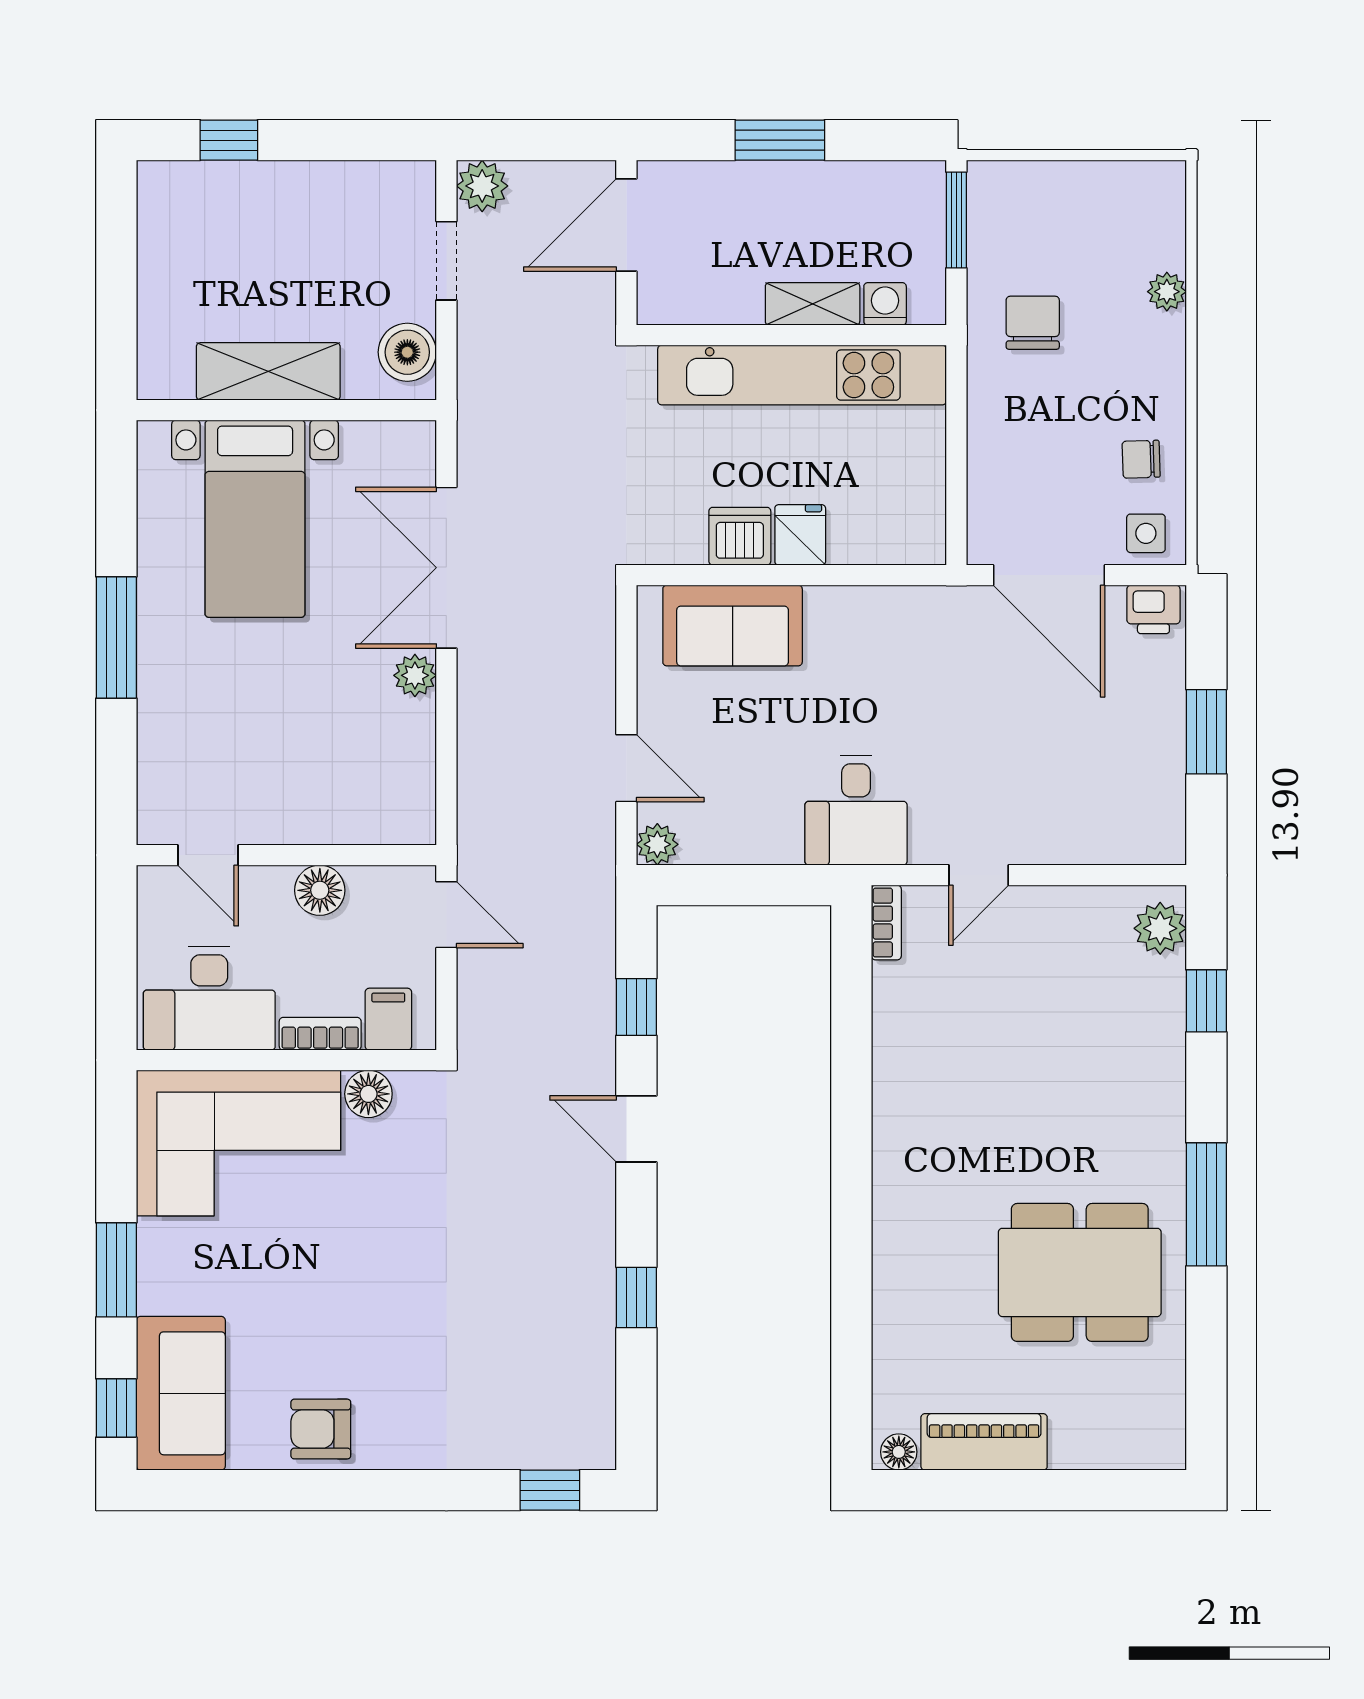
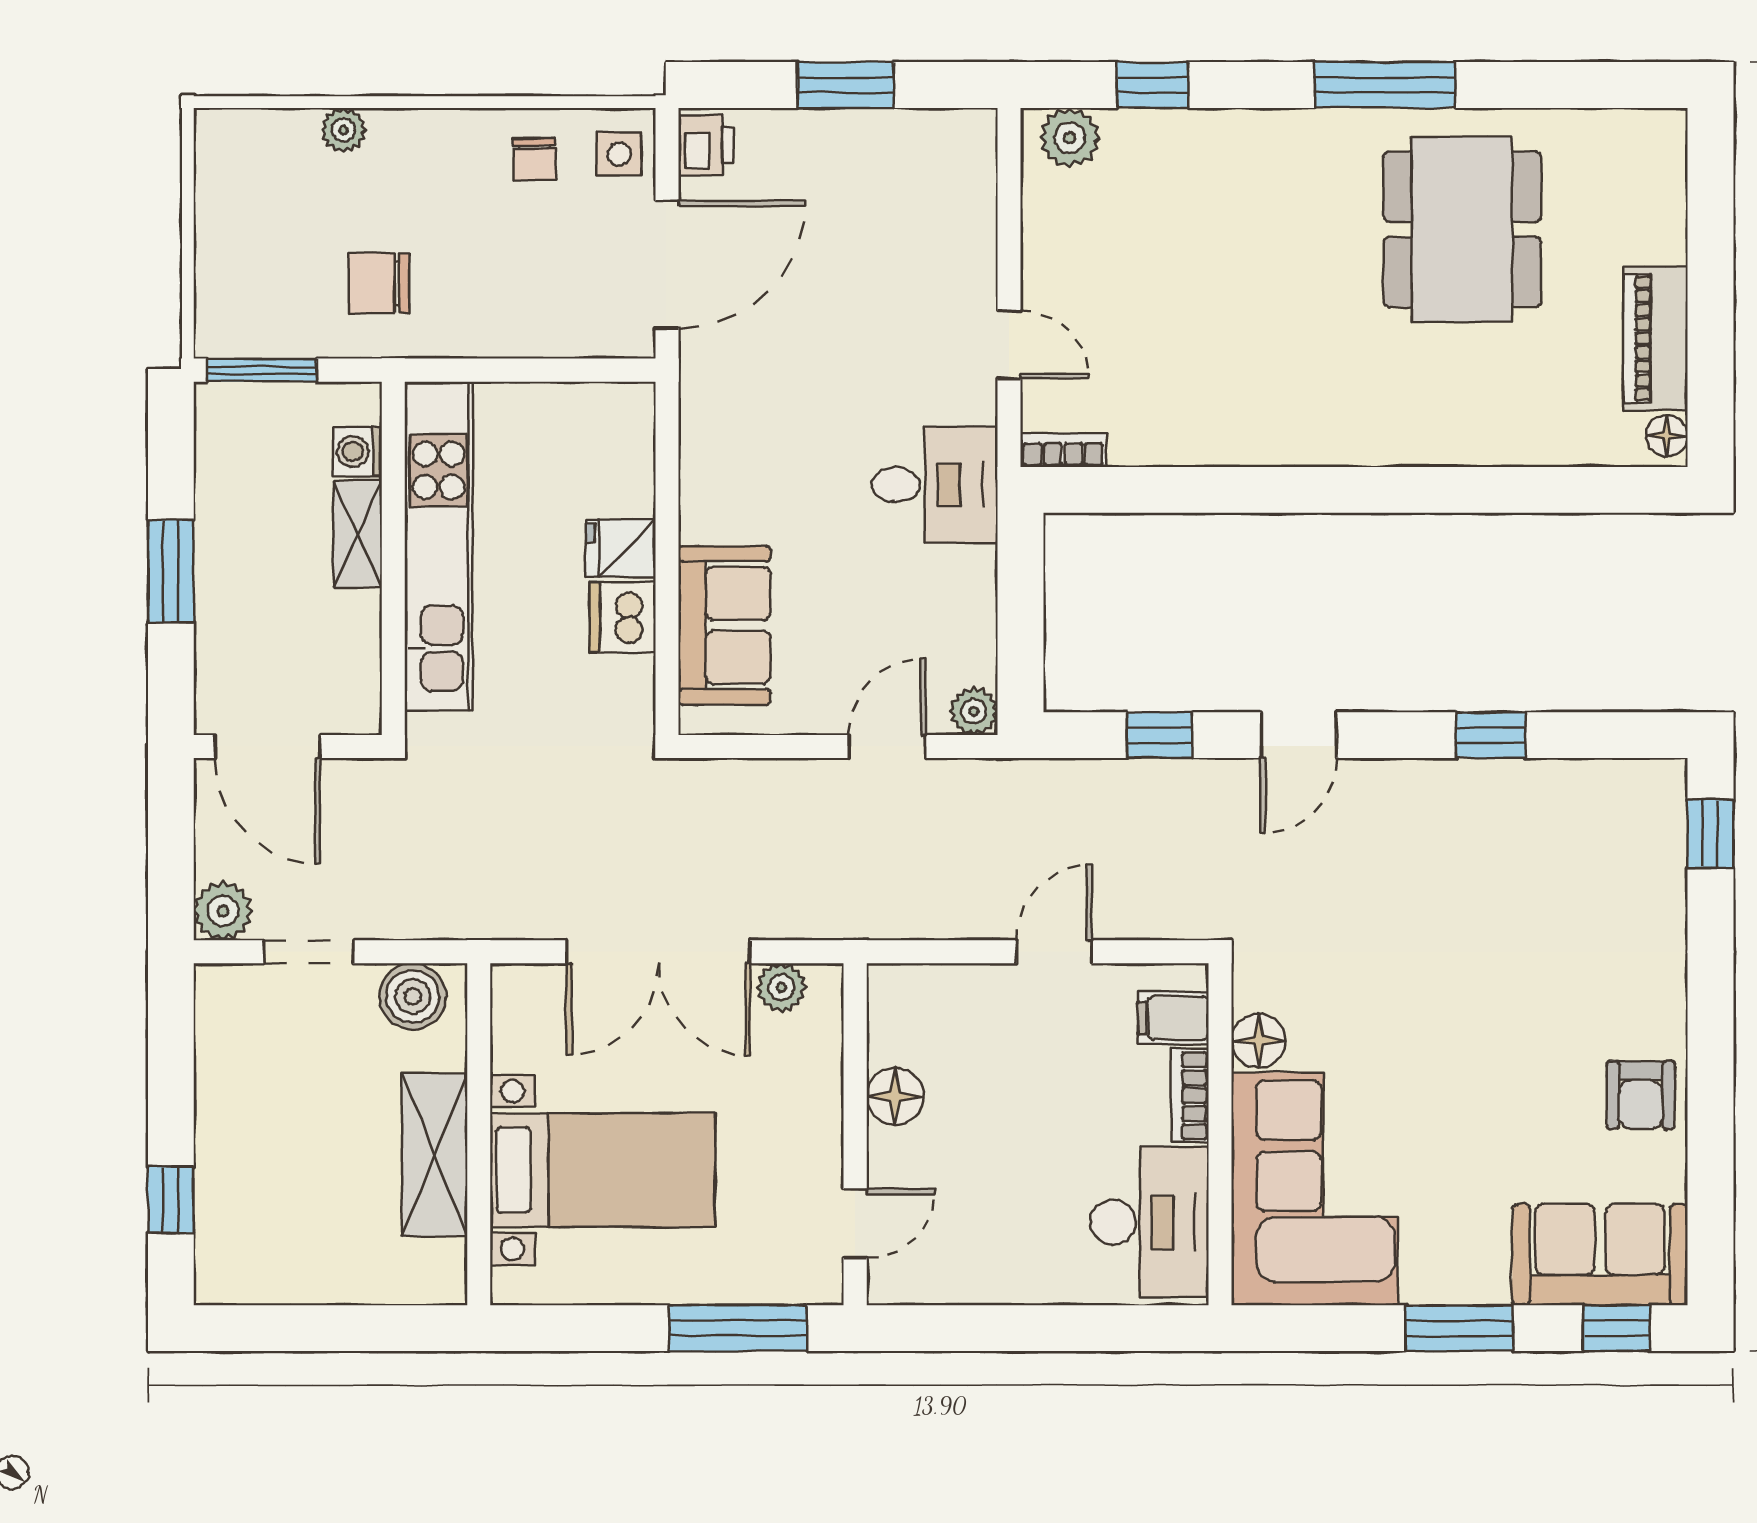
door: (208, 855) -> (855, 1224), moved
wall: (286, 855) -> (855, 1134), moved
floor lamp: (320, 890) -> (895, 1096), moved

